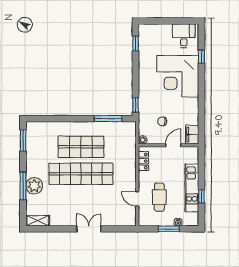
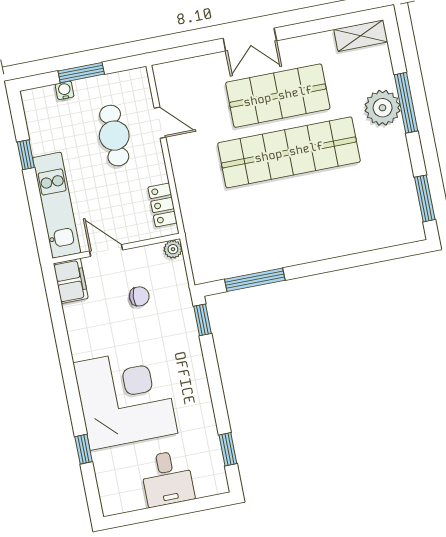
desk: (184, 36) -> (167, 478), moved
door: (173, 145) -> (106, 250), swing flipped
shop shelf: (81, 147) -> (278, 96), moved
kitchen unit: (192, 188) -> (57, 205), moved

